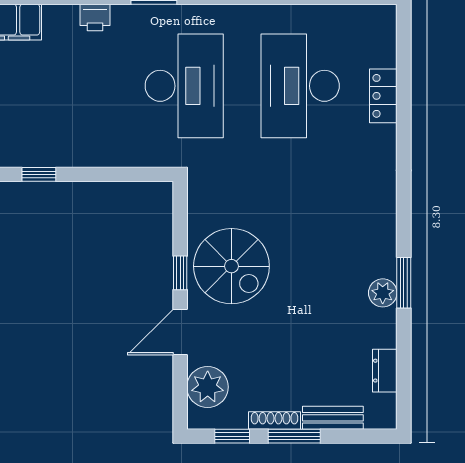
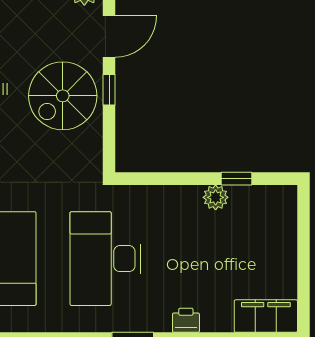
plant: (62, 154) -> (216, 197), added
spiral stairs: (231, 266) -> (63, 96), turned -90

